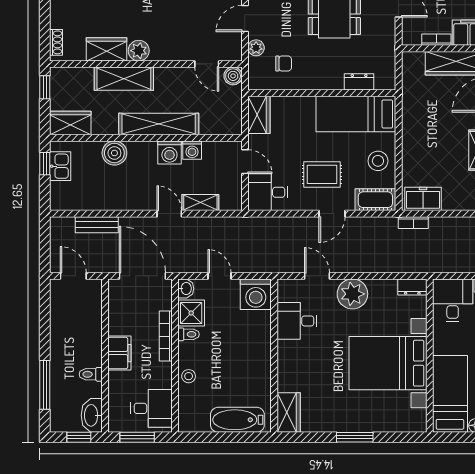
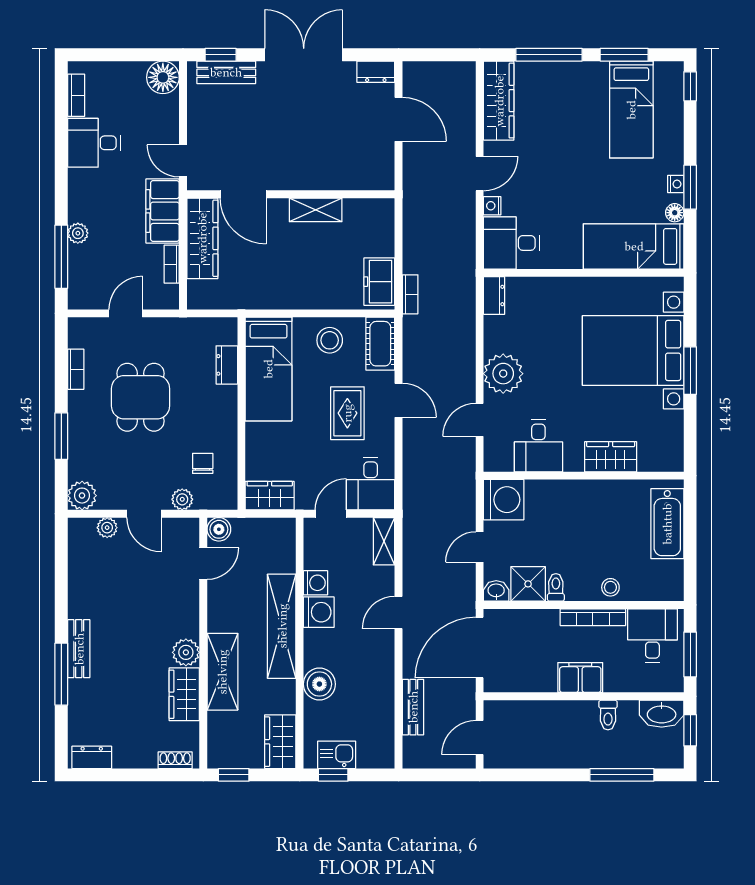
shelving: (200, 203) -> (384, 541), moved
bookcase: (166, 336) -> (593, 617), moved
bed with nightstands: (388, 363) -> (633, 350), moved, turned 90
wardrobe: (289, 412) -> (611, 457), moved

